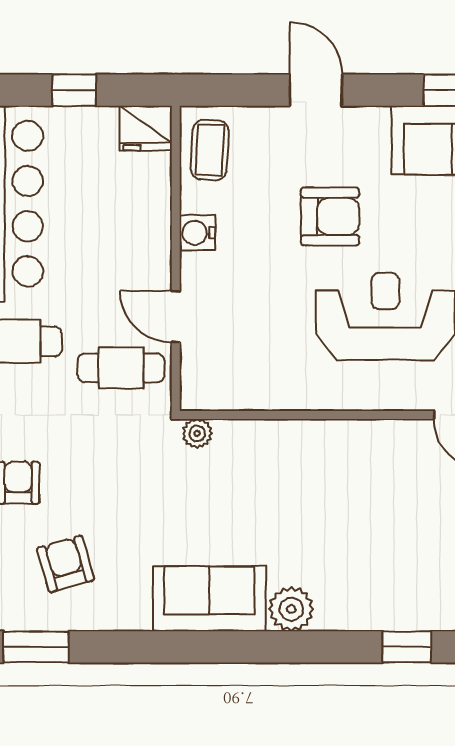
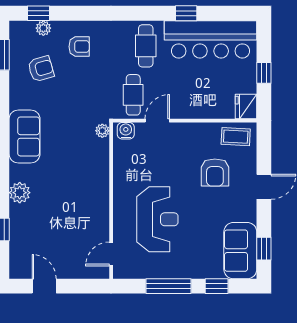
armchair: (330, 216) -> (215, 172), moved
water cooler: (197, 233) -> (126, 131), moved
plant: (291, 609) -> (20, 193), moved

